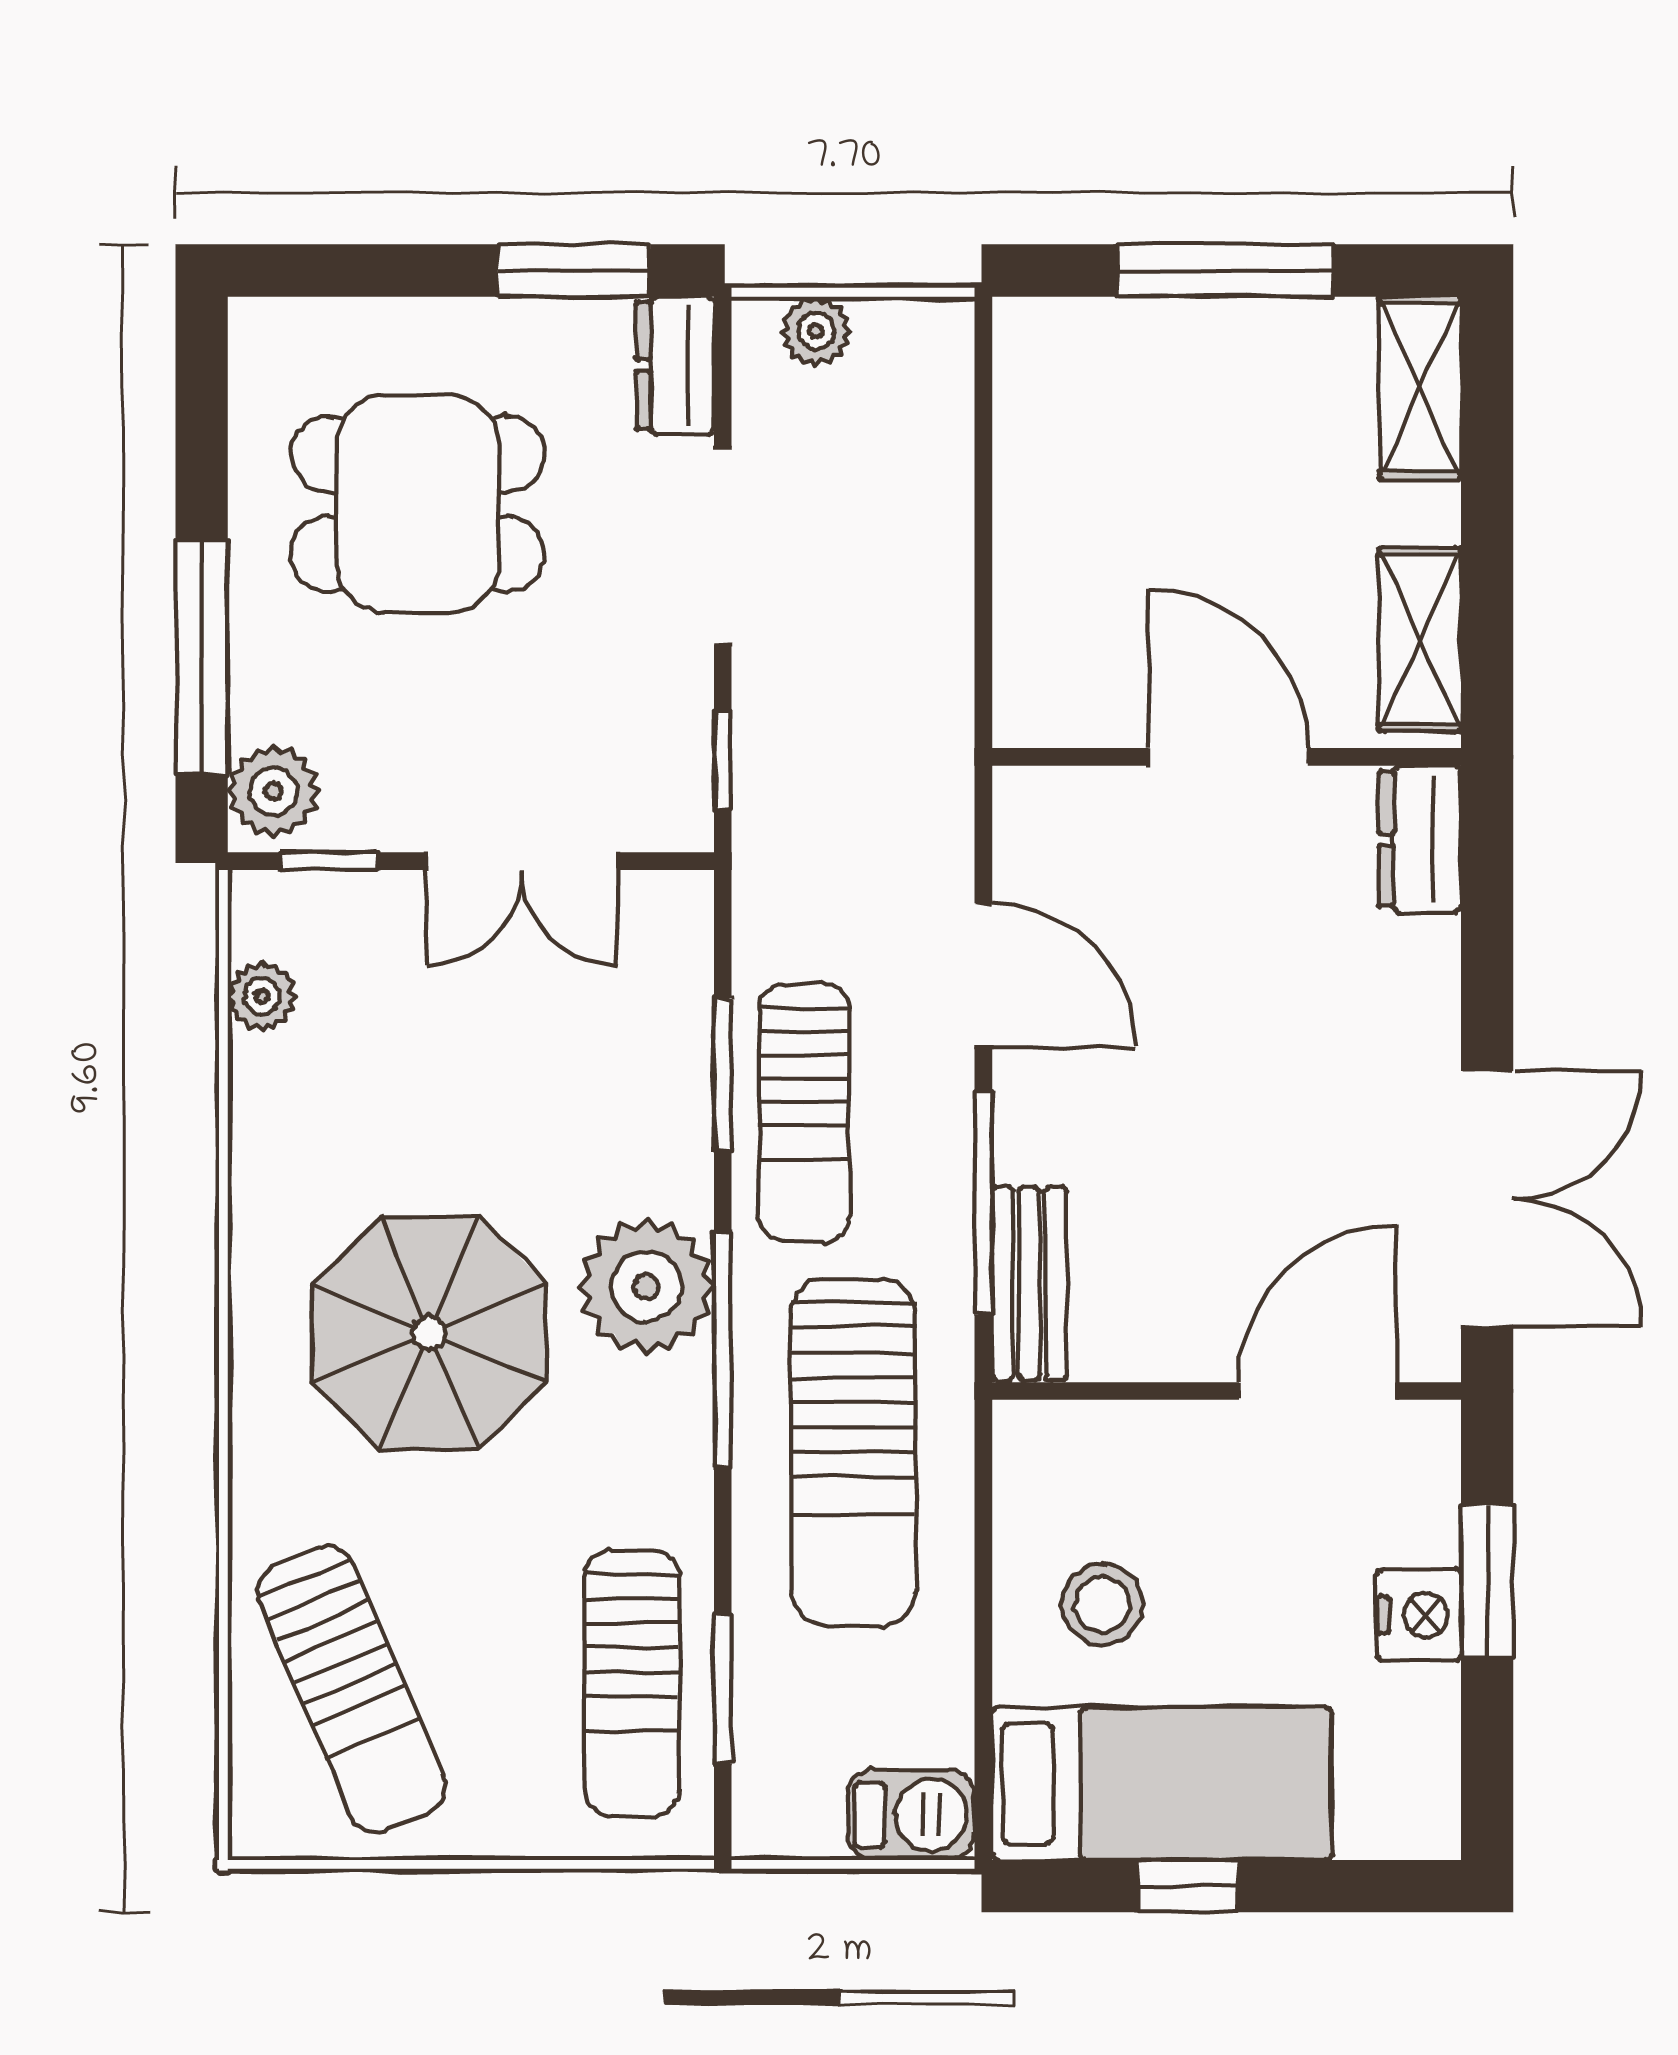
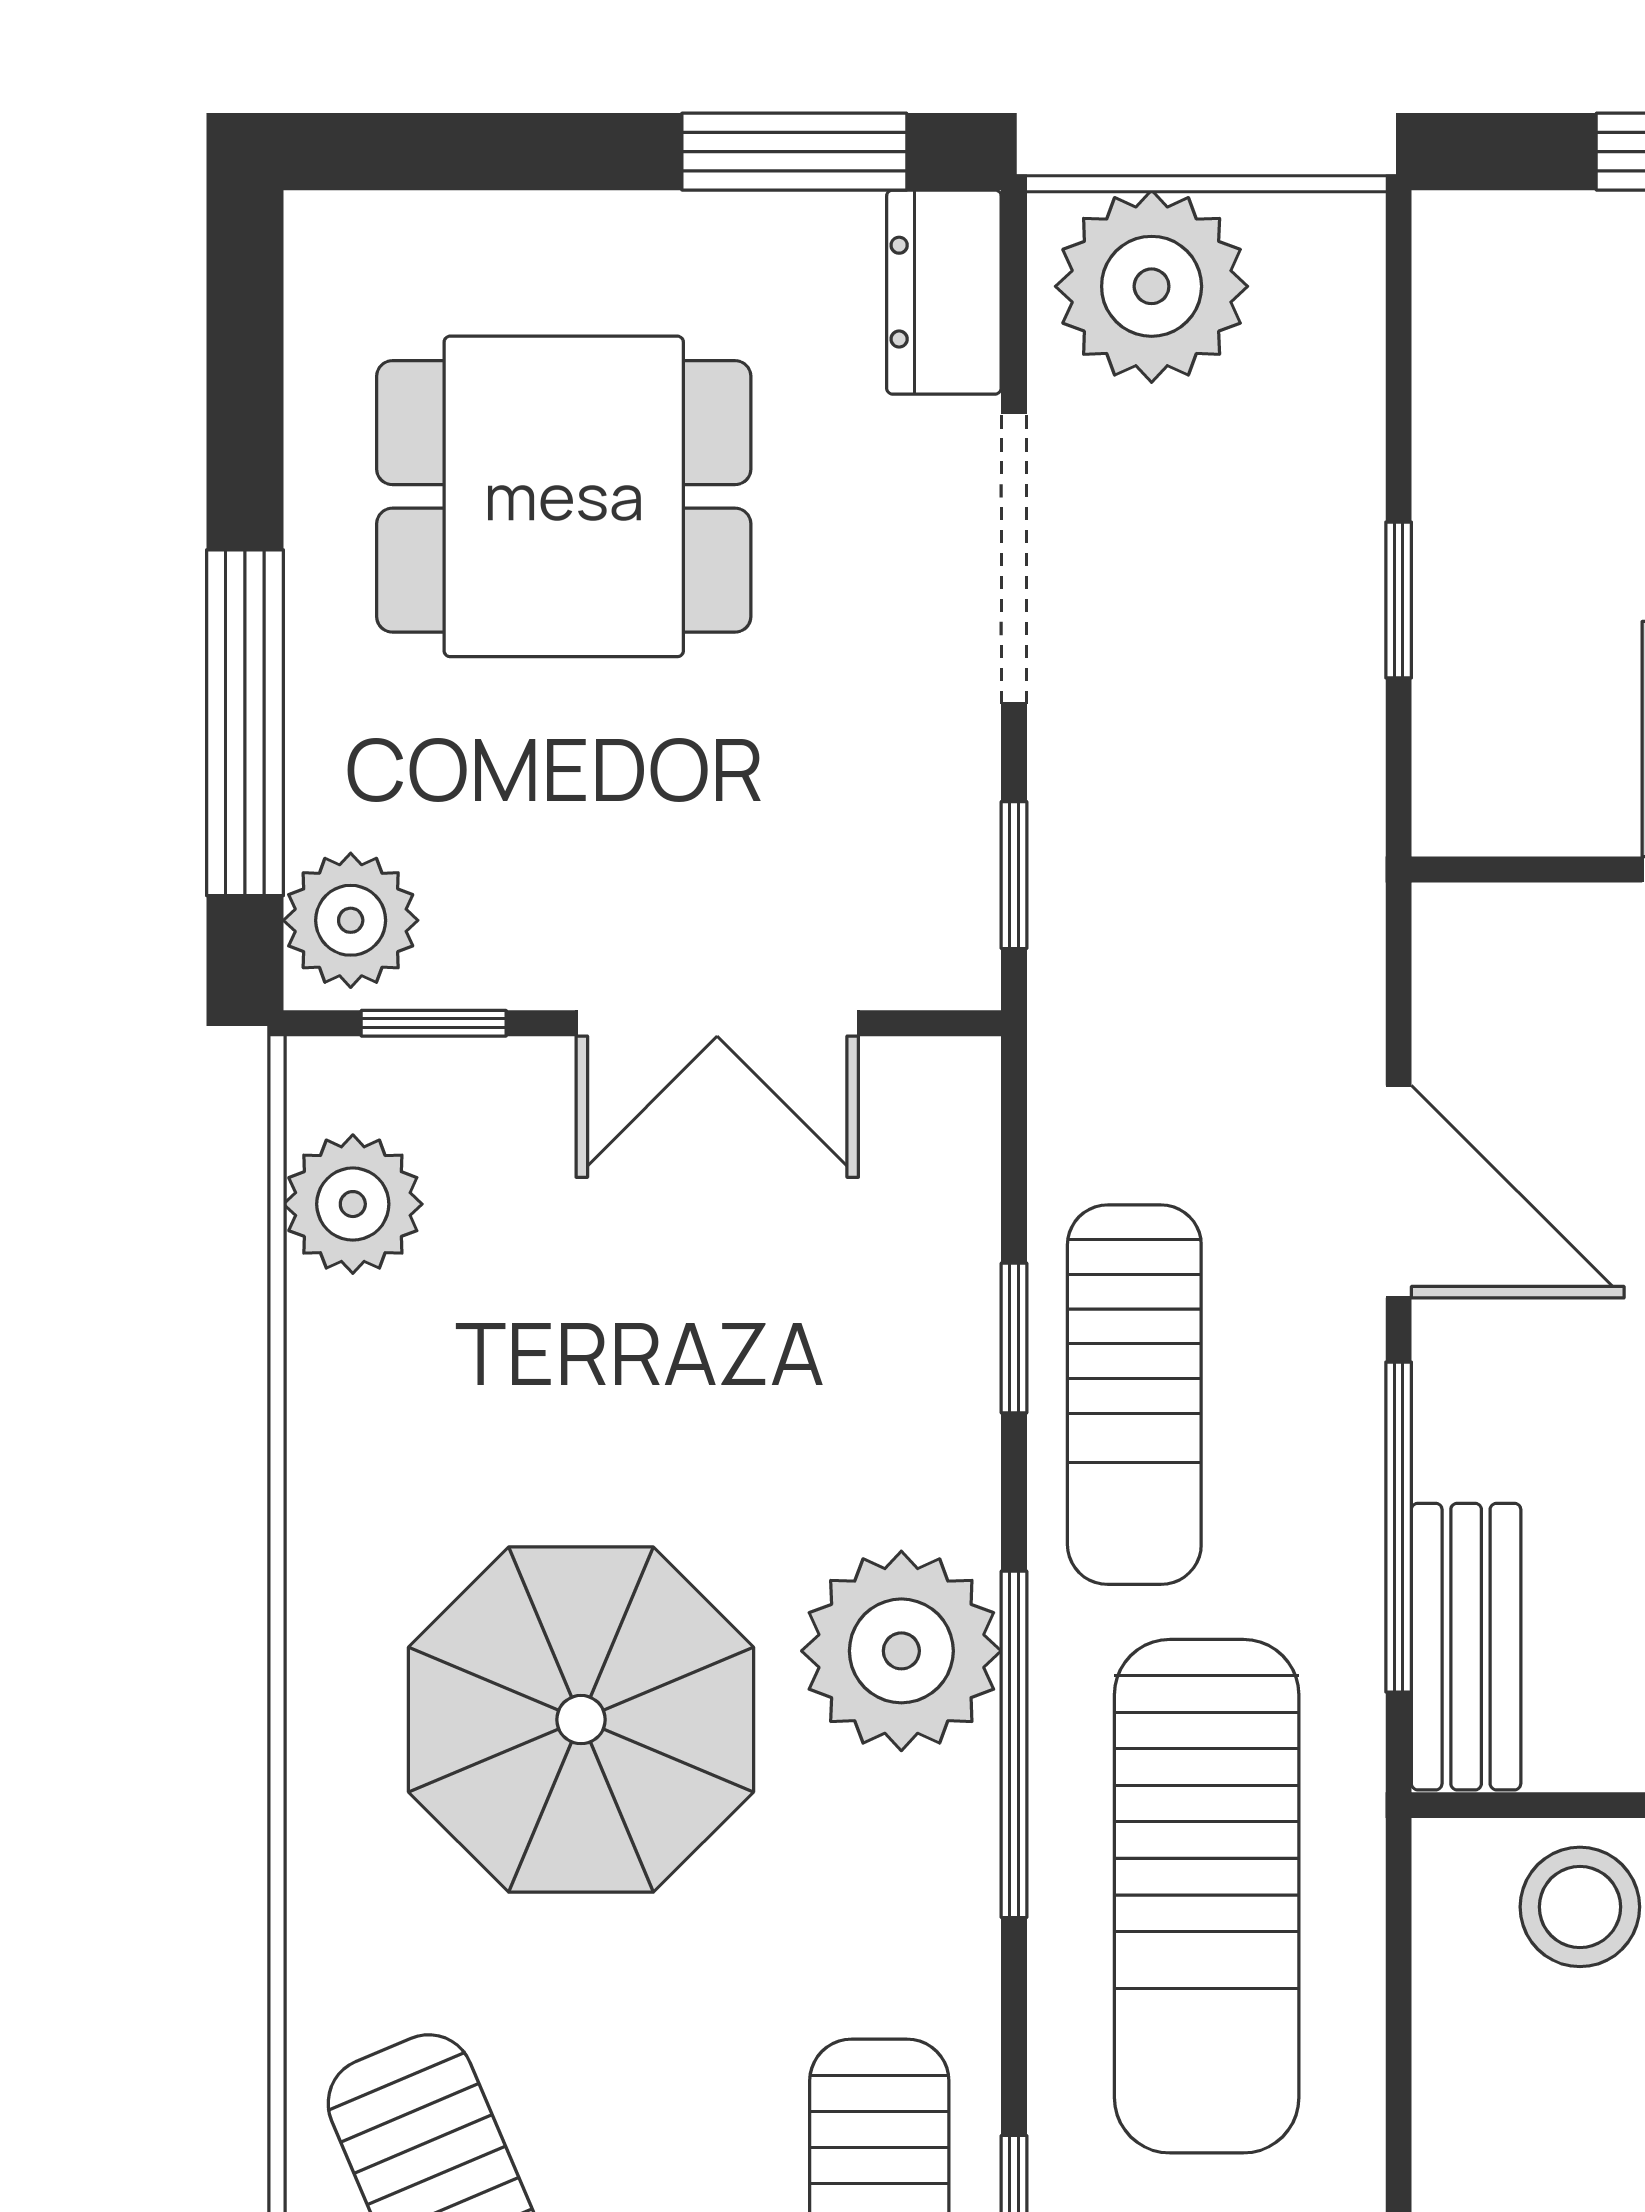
plant: (816, 331) -> (1152, 286), width x1.88, depth x1.88
window: (983, 574) -> (1399, 600), added
plant: (262, 996) -> (353, 1204), width x1.38, depth x1.38
window: (723, 1074) -> (1014, 1338), width x0.67
stool: (1103, 1604) -> (1580, 1907), moved

